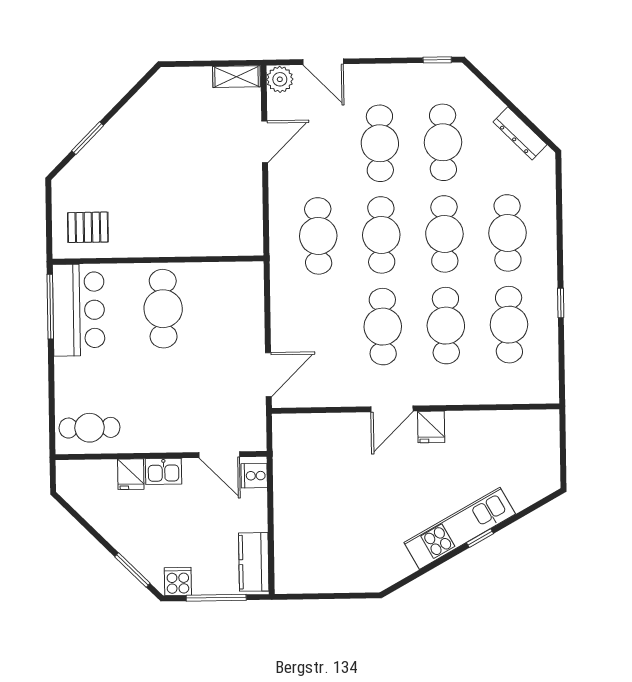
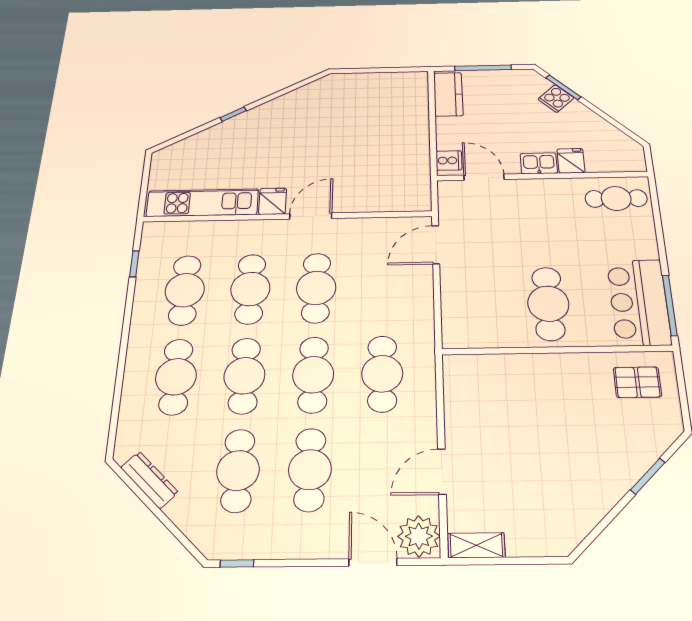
plant: (280, 79) -> (419, 536), width x1.36, depth x1.36
window: (561, 303) -> (134, 264), moved
kitchen unit: (460, 528) -> (202, 203), moved, turned -151
cooker: (178, 581) -> (556, 99), moved, turned 45

